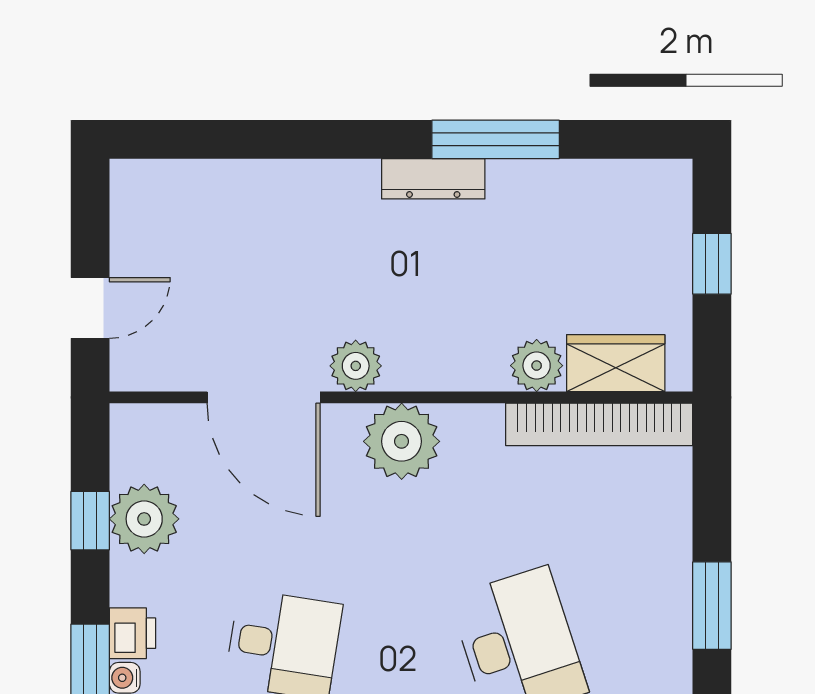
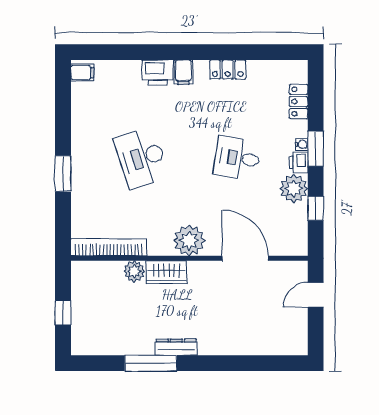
wardrobe: (616, 363) -> (166, 272), moved
plant: (356, 366) -> (208, 271), removed
plant: (144, 519) -> (294, 189), moved

